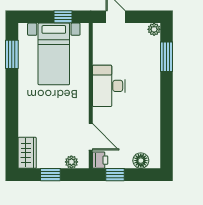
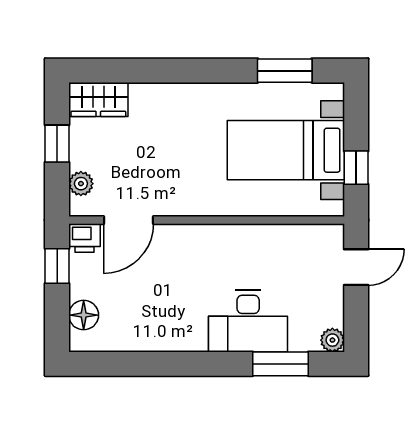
desk: (109, 86) -> (248, 321), moved, turned 180

